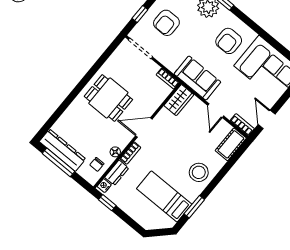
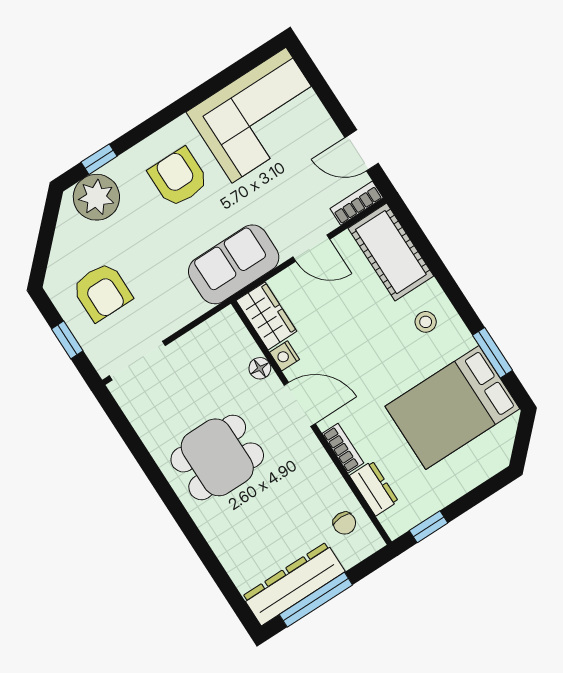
armchair: (229, 41) -> (179, 177), turned 180
bookcase: (168, 79) -> (216, 325), removed
door: (144, 127) -> (300, 404), swing flipped
cot: (231, 144) -> (391, 252), width x1.37, depth x1.34
floor lamp: (115, 152) -> (260, 368), moved
stool: (199, 172) -> (426, 322), width x0.53, depth x0.53
nightstand: (104, 186) -> (285, 356), moved
bed: (164, 196) -> (452, 407), width x1.50

